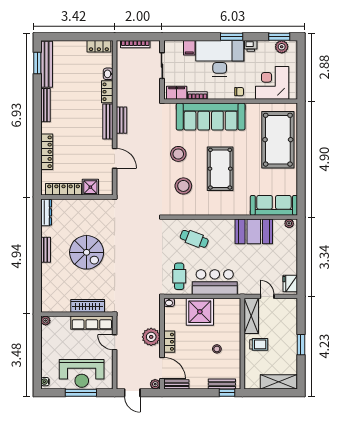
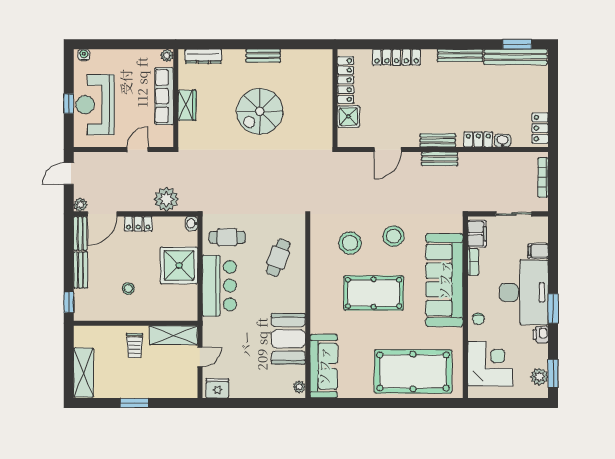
bench: (108, 121) -> (438, 140), width x0.73
dresser: (46, 212) -> (203, 56), moved
wardrobe: (88, 306) -> (187, 105), width x0.67
row of seats: (92, 323) -> (164, 96), moved
plant: (151, 337) -> (166, 199), moved
bench: (222, 384) -> (81, 270), moved
window: (81, 393) -> (69, 104), width x0.46

